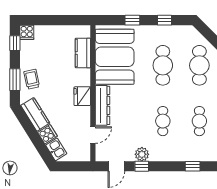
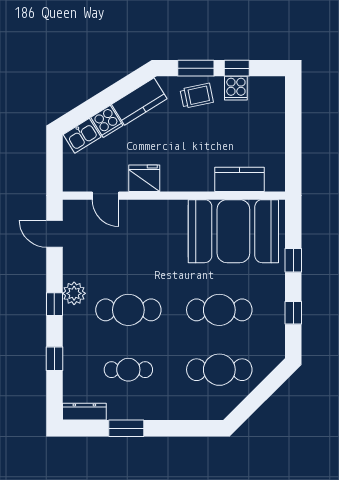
cooker: (27, 32) -> (236, 88), moved, turned -90
window: (15, 43) -> (237, 68), moved
fridge: (82, 96) -> (144, 178), moved
dresser: (102, 105) -> (154, 211), removed
cafe table: (163, 121) -> (128, 310), width x1.37, depth x1.35
plant: (142, 154) -> (74, 293), moved
window: (142, 166) -> (54, 304), moved

